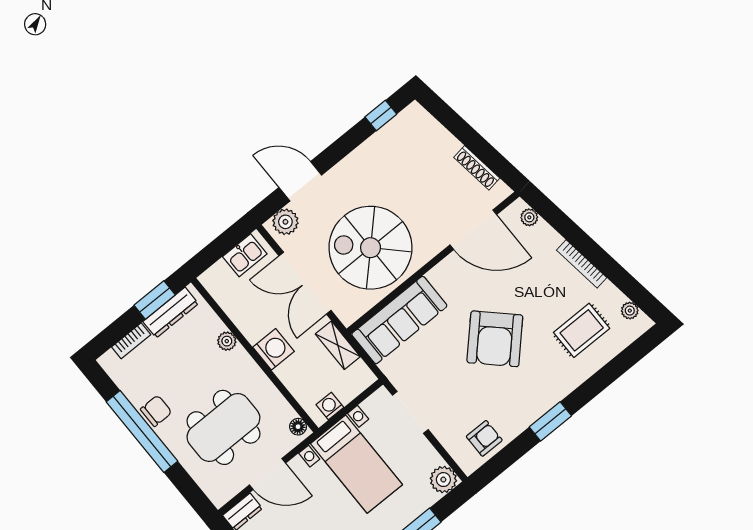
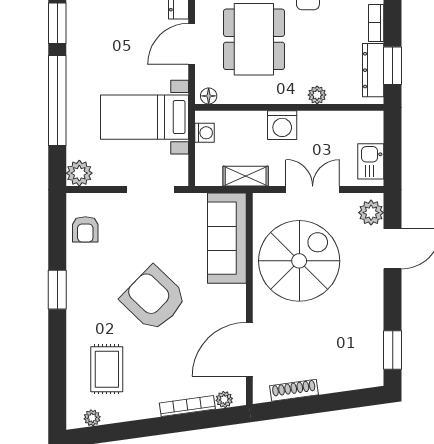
window: (381, 116) -> (393, 350), width x1.50
bookcase: (582, 264) -> (187, 406), moved
double door: (305, 283) -> (313, 190), width x0.73

